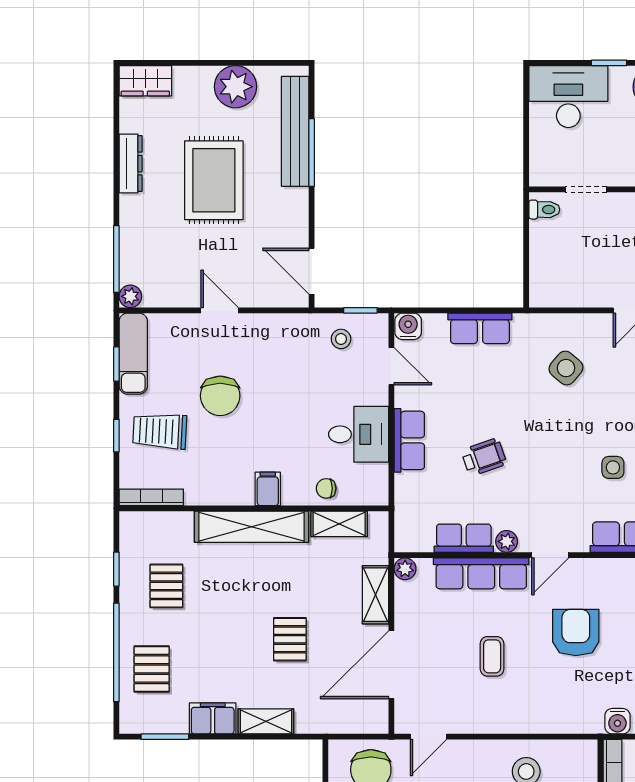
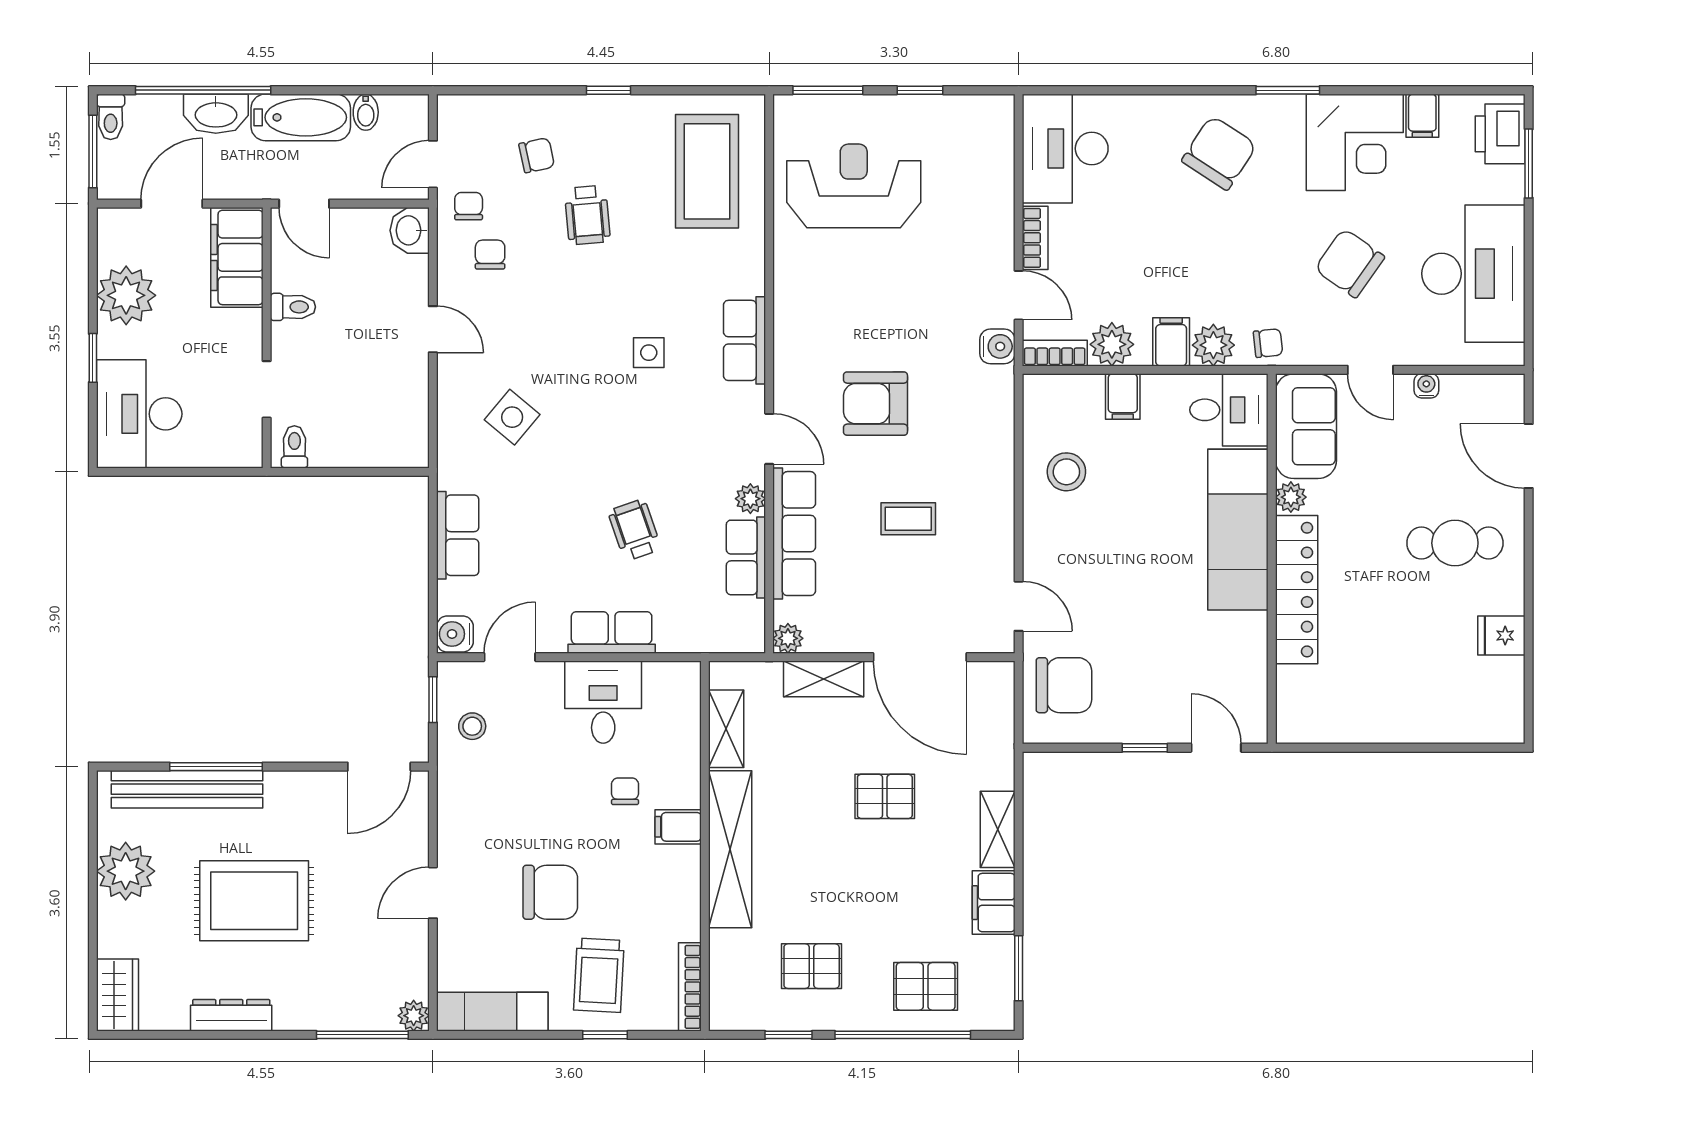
window: (116, 364) -> (507, 1035), removed
chair: (326, 488) -> (625, 791), moved, turned 180

